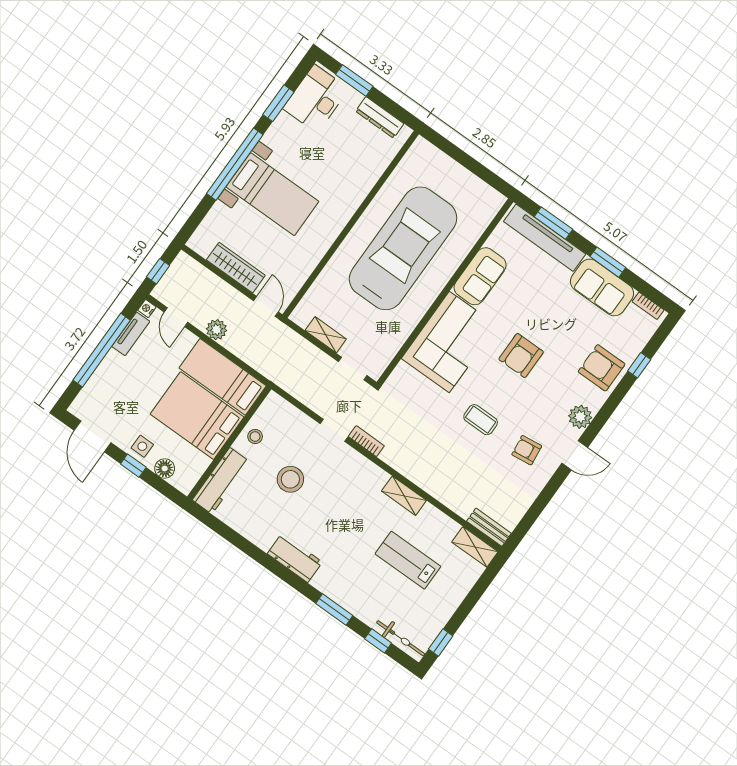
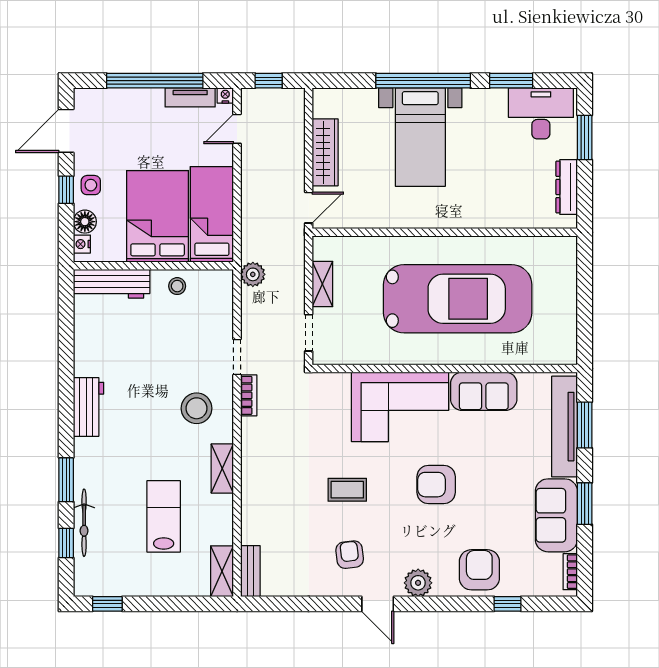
plant: (217, 330) -> (253, 274), moved
coffee table: (481, 420) -> (347, 490), turned 90
stool: (290, 479) -> (197, 408), moved
nightstand: (179, 482) -> (82, 244), added
bicycle: (401, 638) -> (84, 523), moved

